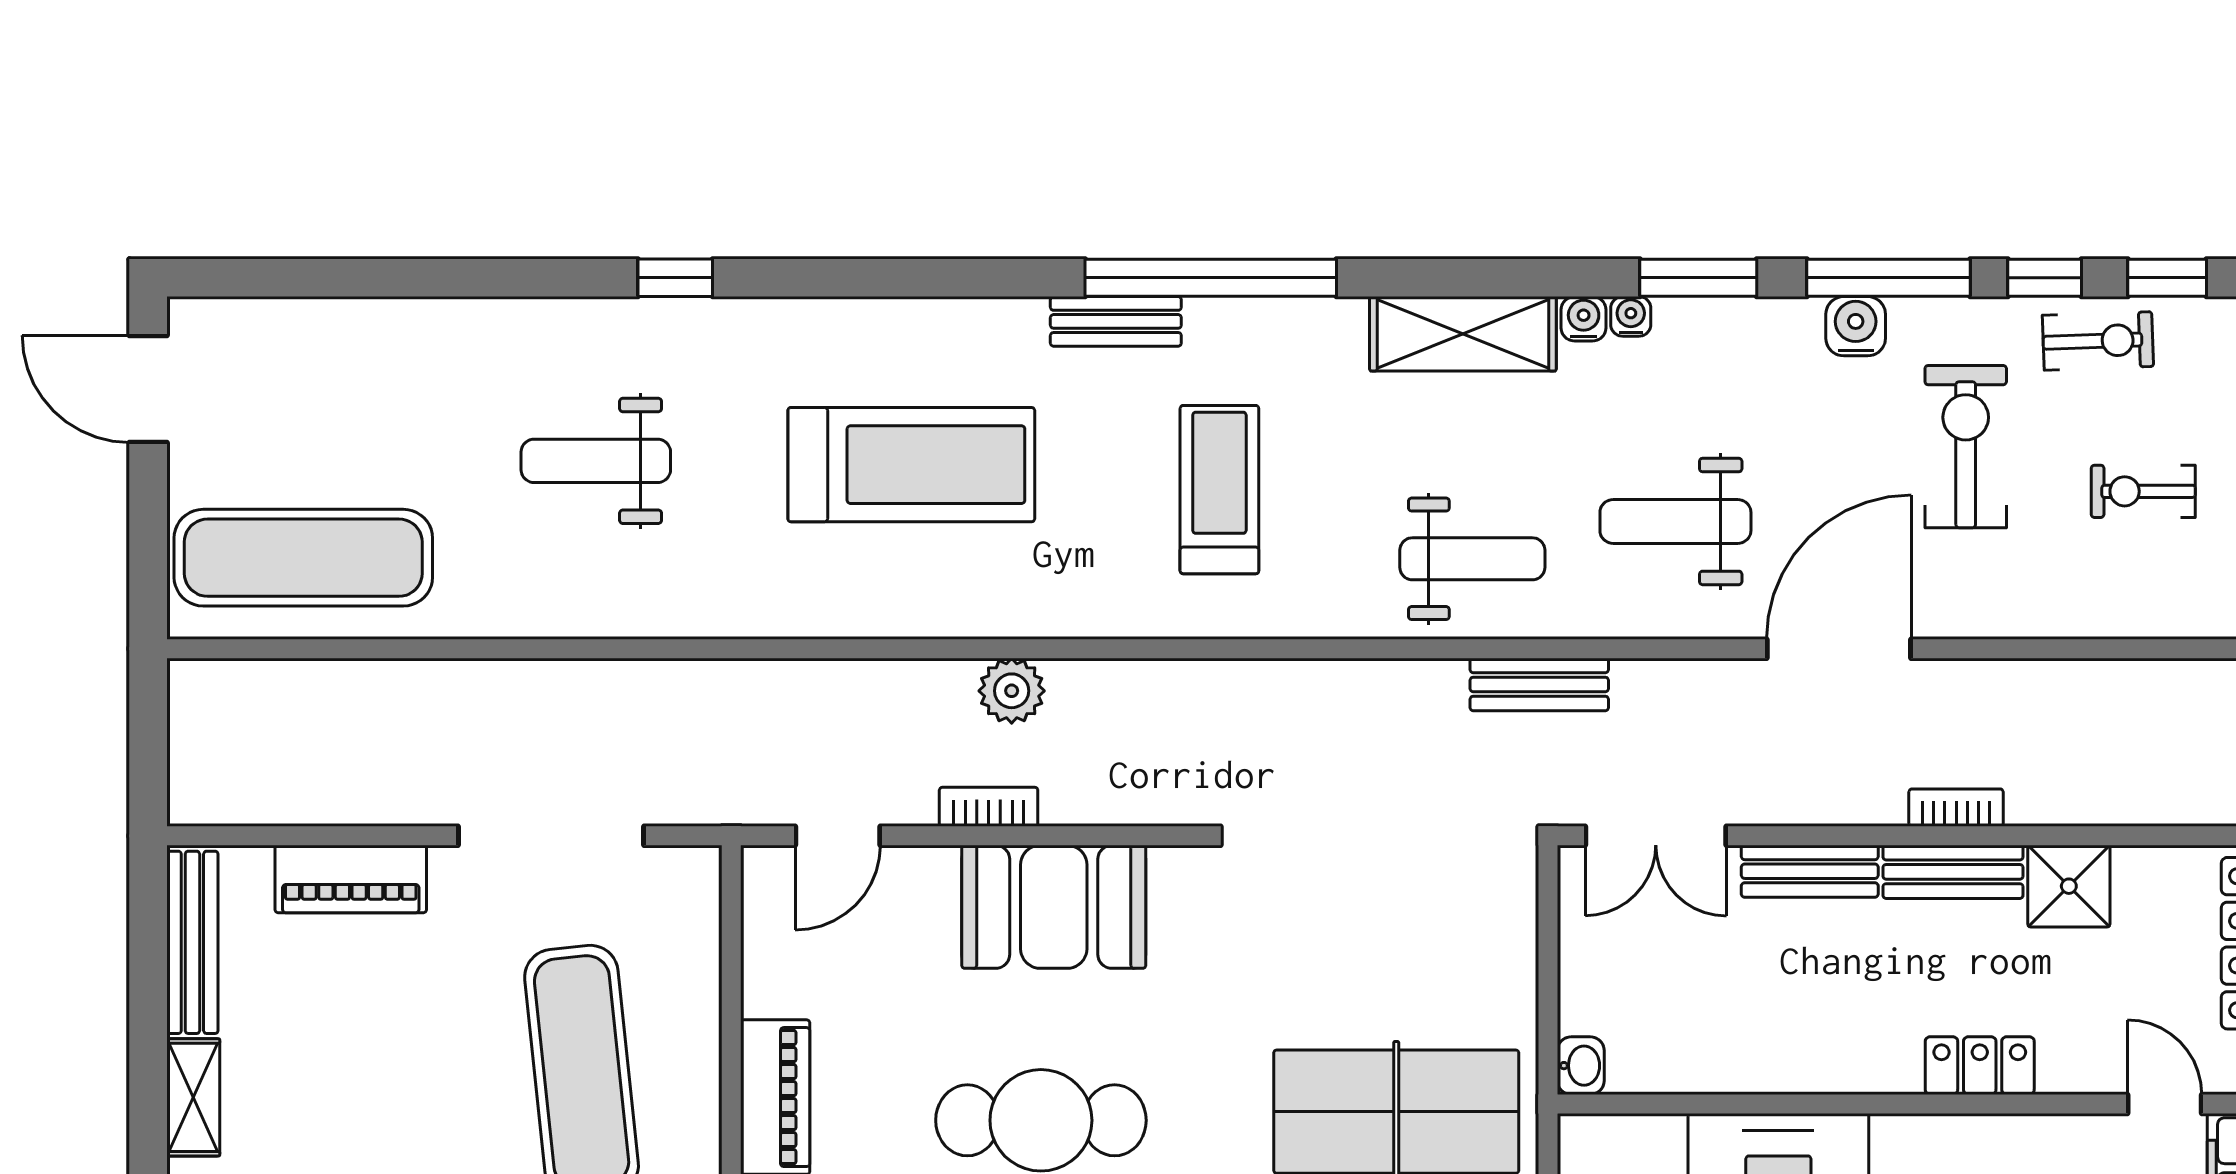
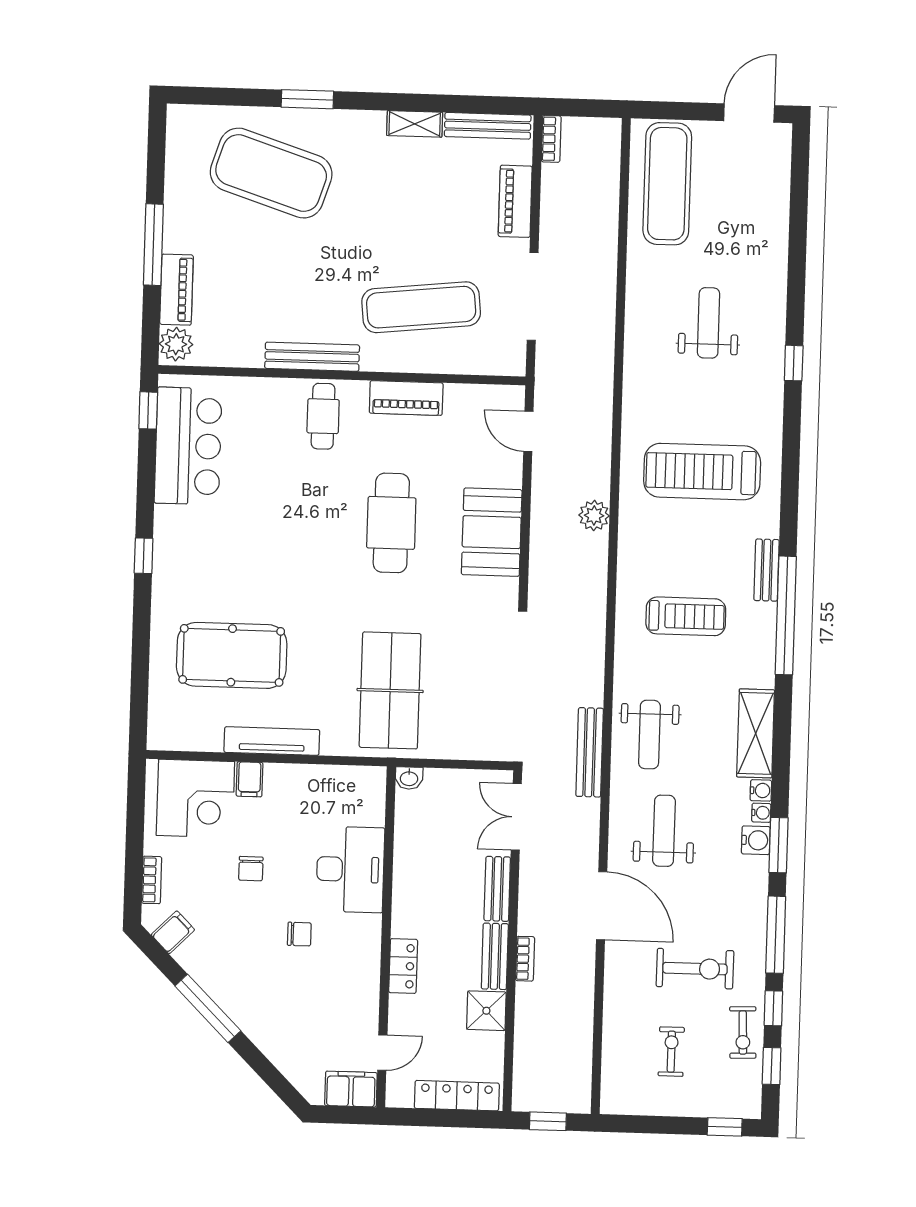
water cooler: (1856, 326) -> (756, 840), moved
treadmill: (911, 465) -> (702, 472), turned 90
bench: (1539, 684) -> (590, 752), width x1.36
bookcase: (989, 807) -> (551, 139), moved

